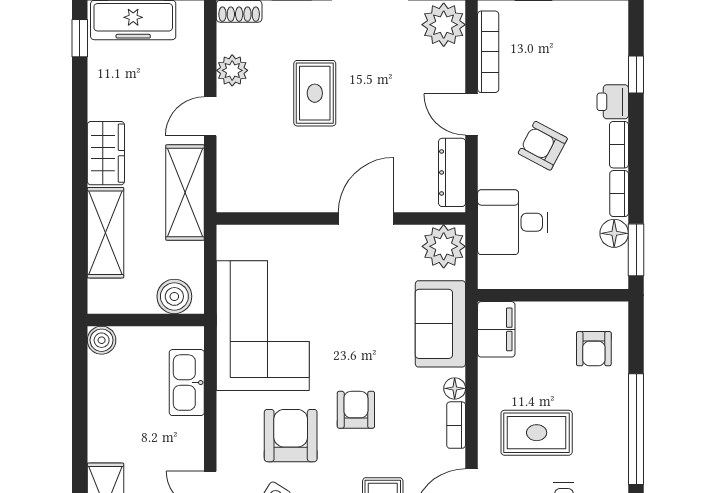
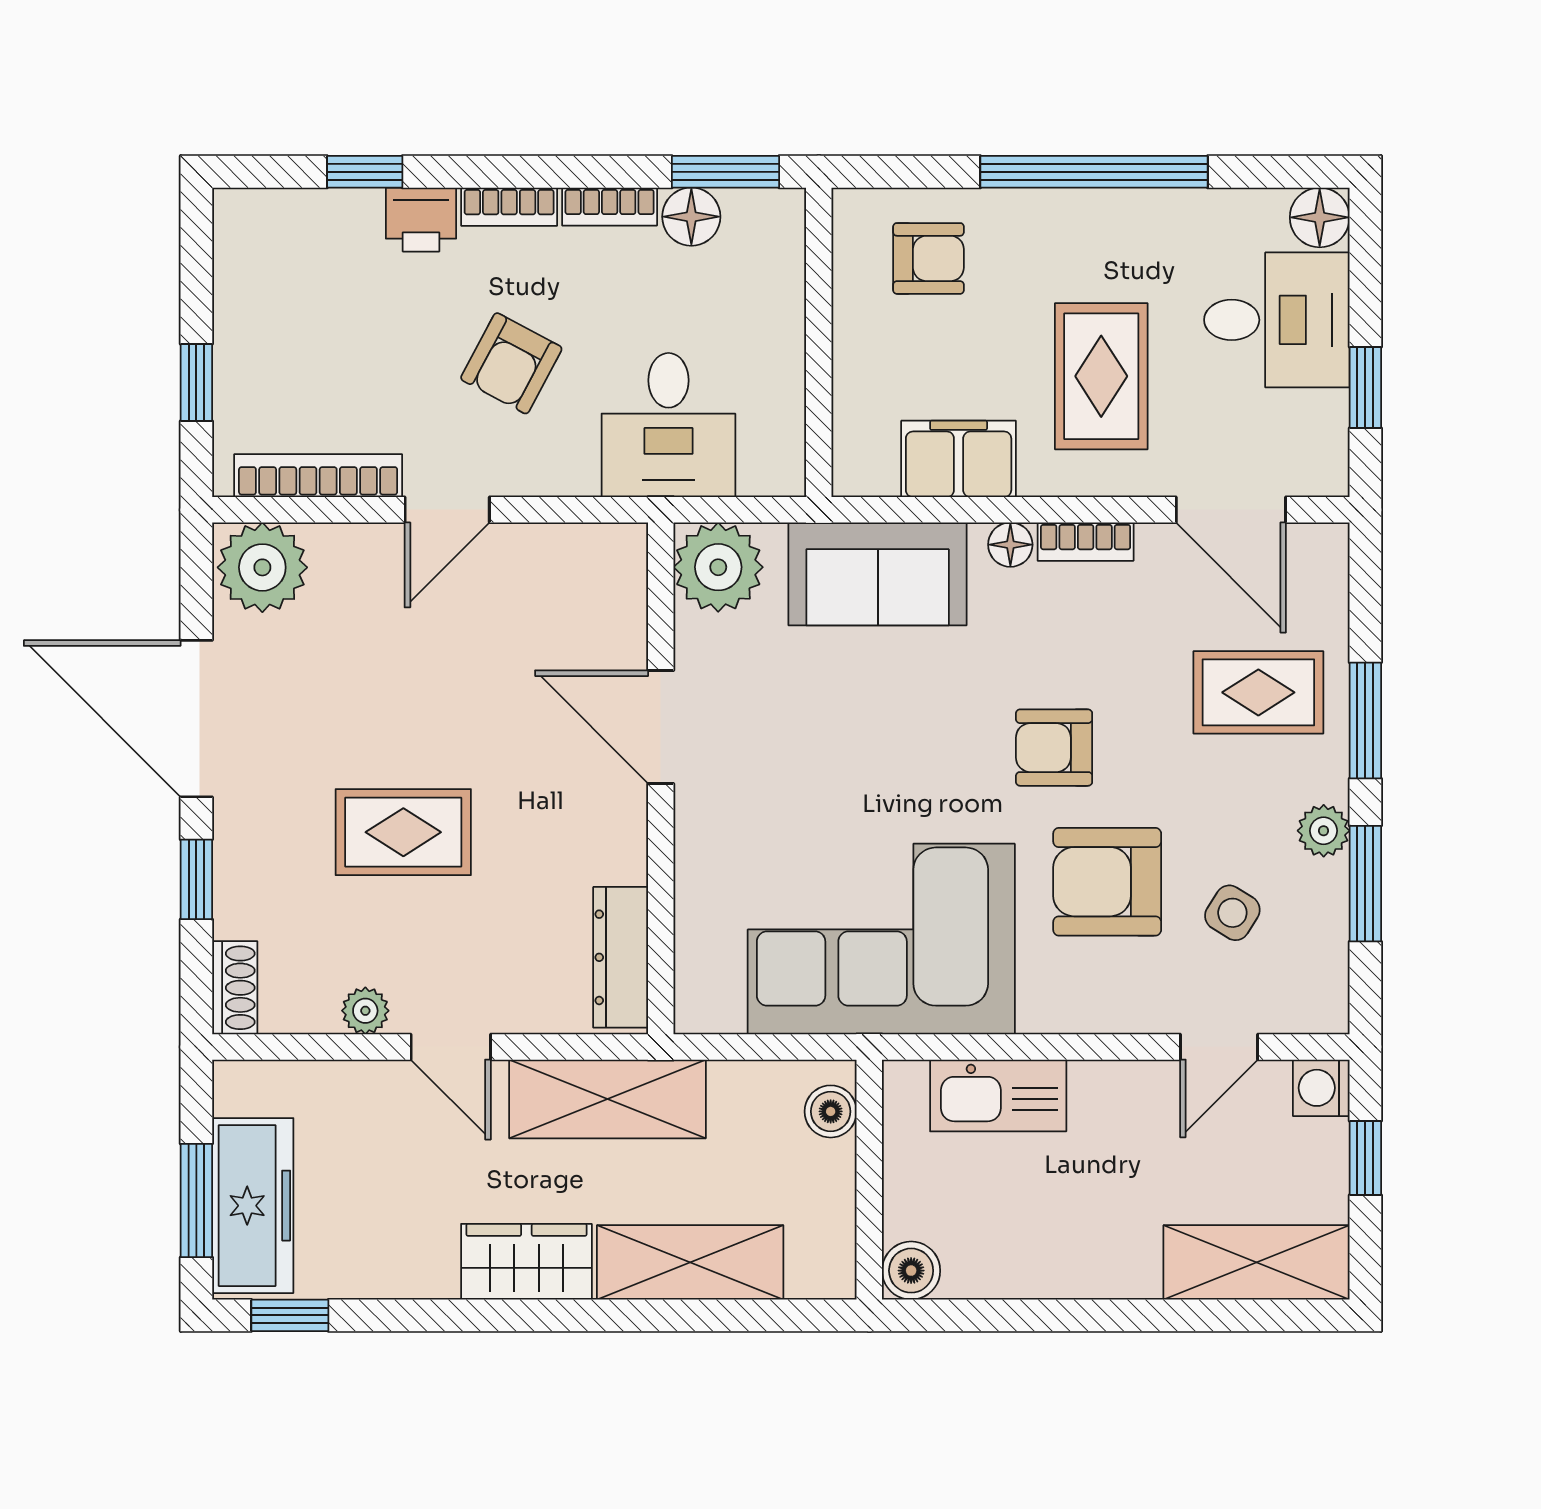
plant: (232, 70) -> (365, 1011), width x0.73, depth x0.73
dresser: (452, 172) -> (621, 957), moved, turned 90
boiler: (174, 296) -> (831, 1111), width x0.73, depth x0.73
filing cabinet: (496, 329) -> (959, 459), moved

